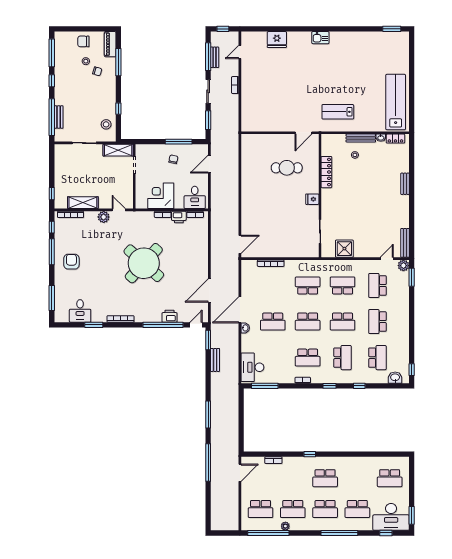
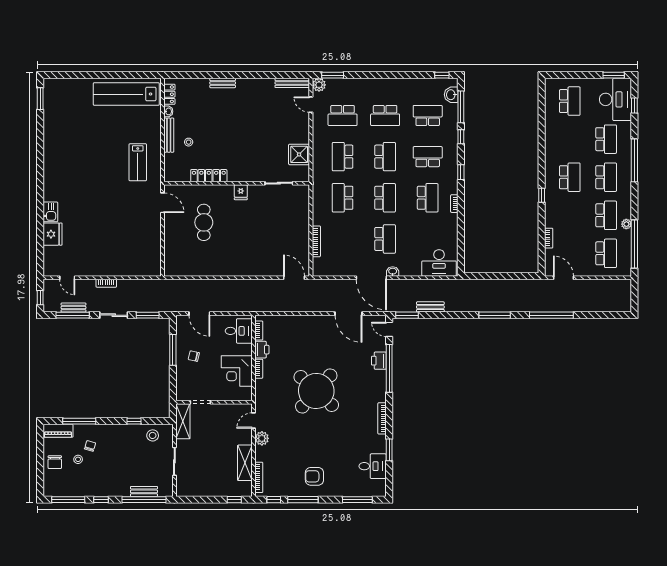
kitchen sink: (320, 38) -> (50, 212), moved
window: (265, 386) -> (461, 107), moved

